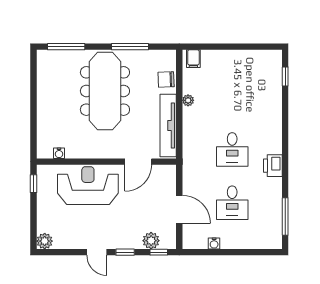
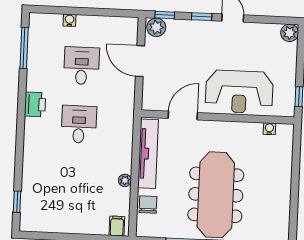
chair: (166, 79) -> (148, 204), turned -88
plant: (151, 241) -> (156, 27), moved
water cooler: (214, 244) -> (70, 20), moved

